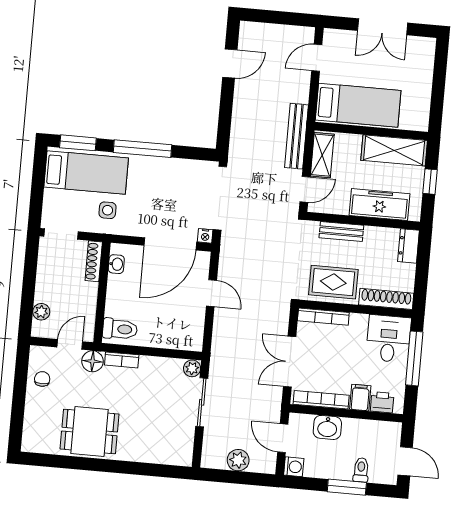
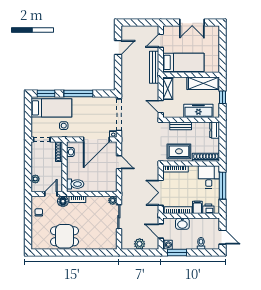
bench: (296, 136) -> (154, 67), moved
door: (305, 189) -> (161, 107), swing flipped
window: (347, 487) -> (177, 252), moved

